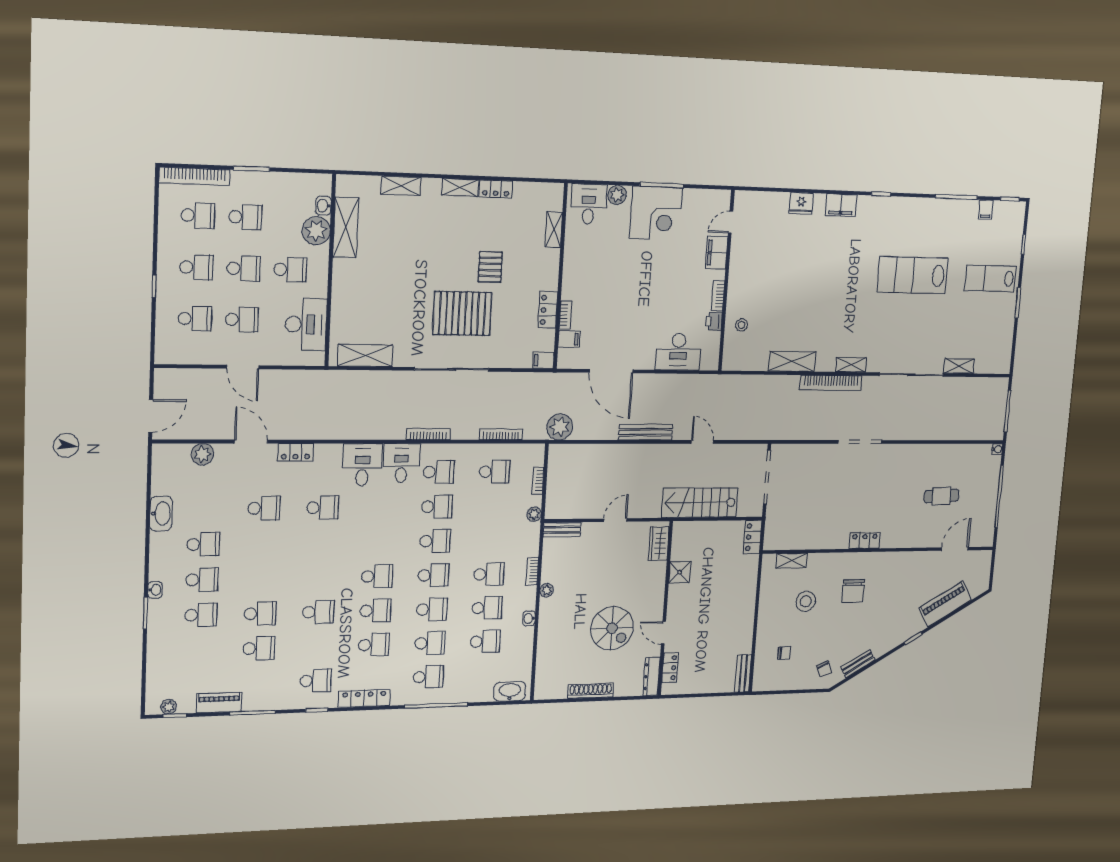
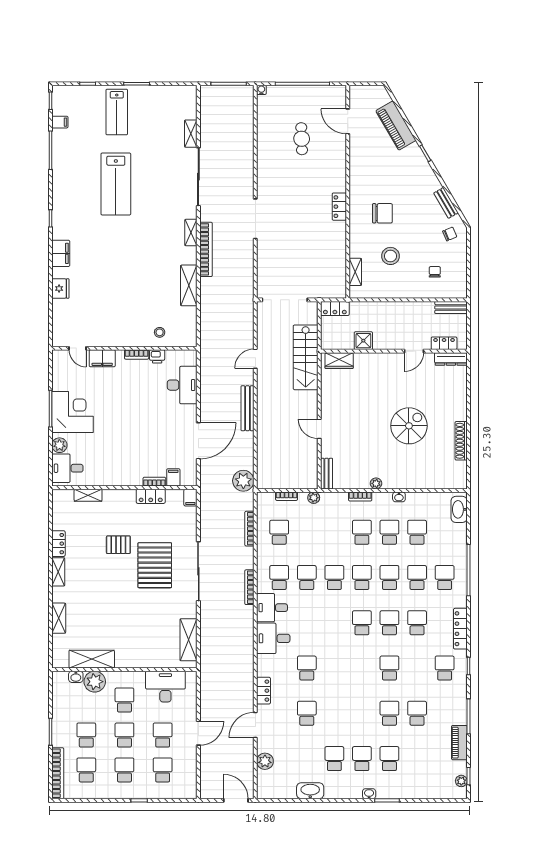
wardrobe: (659, 544) -> (339, 361), moved
shower: (680, 572) -> (363, 341), moved
wall: (665, 609) -> (394, 351), moved
door: (663, 633) -> (414, 351), moved
locker: (670, 668) -> (444, 343), moved
dresser: (651, 676) -> (451, 359), moved

